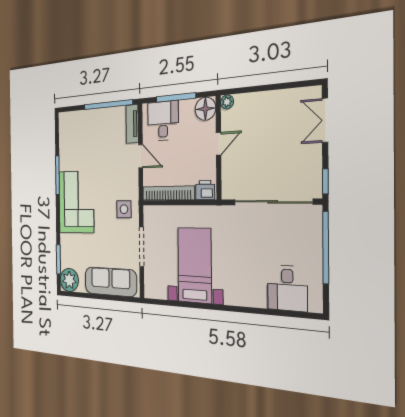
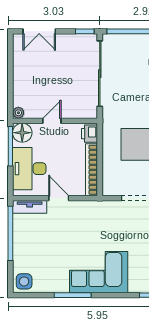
window: (176, 97) -> (10, 146), moved
desk: (163, 121) -> (29, 169), width x1.37
door: (218, 144) -> (52, 121), hinge flipped
door: (141, 156) -> (59, 198), hinge flipped
side table: (124, 209) -> (24, 281), moved

